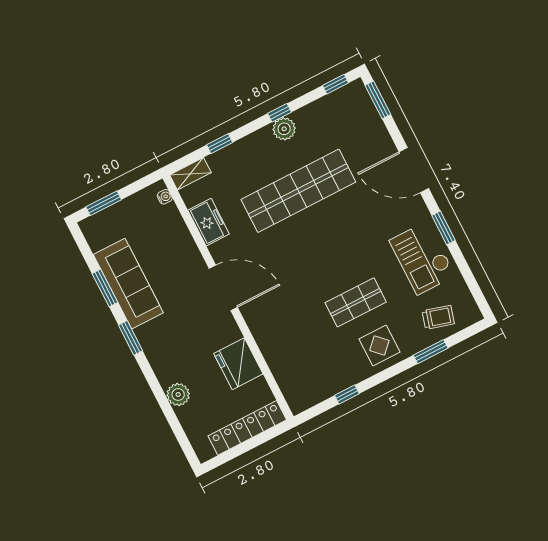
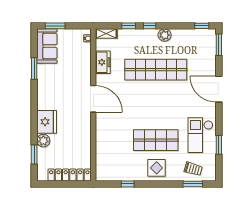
window: (280, 113) -> (150, 26), moved
window: (443, 228) -> (219, 145), moved
sofa: (128, 284) -> (47, 46), moved, width x0.73
shop shelf: (356, 302) -> (156, 140), width x1.43, depth x1.36
window: (131, 338) -> (34, 155), moved
window: (431, 352) -> (193, 184), moved
fridge: (238, 364) -> (47, 122), moved, turned 180

